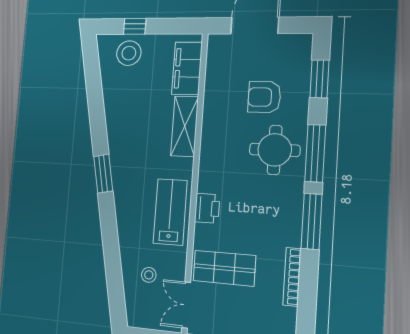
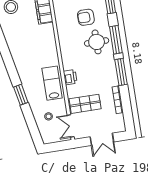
shelving: (185, 126) -> (49, 39), removed
window: (103, 174) -> (21, 95), moved

